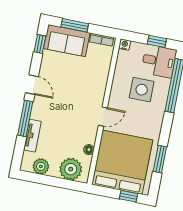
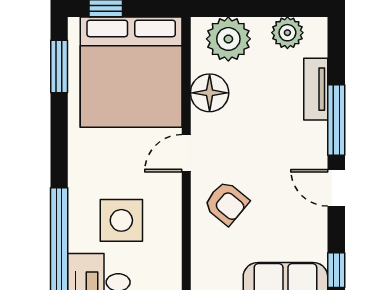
armchair: (88, 88) -> (226, 203), added
floor lamp: (89, 150) -> (210, 93), width x1.89, depth x1.89
window: (160, 159) -> (59, 66), moved

